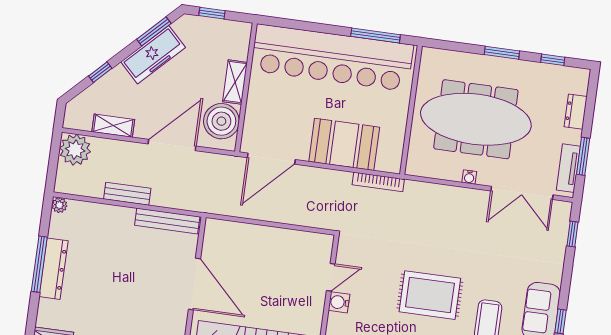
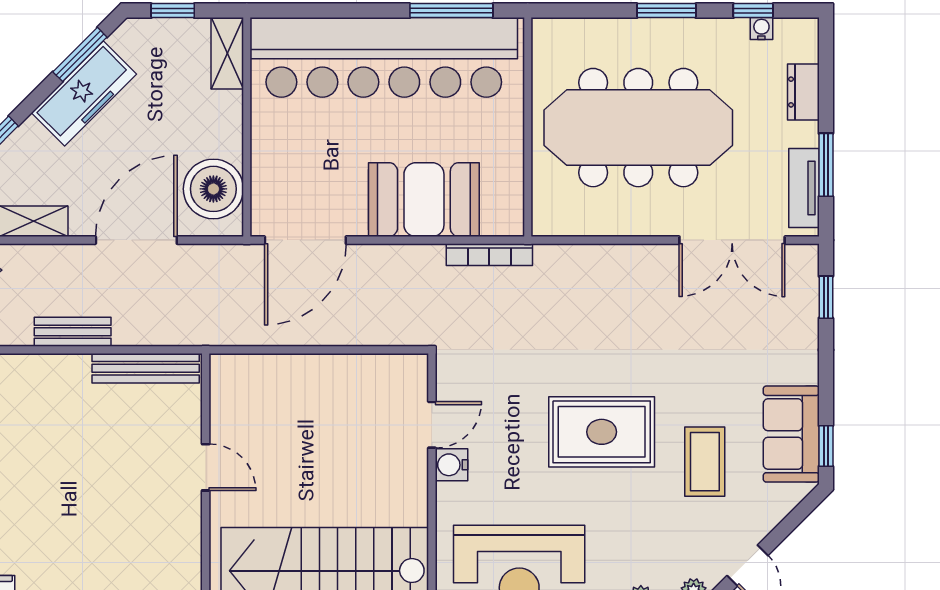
shelving: (235, 82) -> (227, 53), moved
water cooler: (469, 177) -> (761, 28), moved, turned 180
door: (194, 284) -> (206, 467), width x0.53

